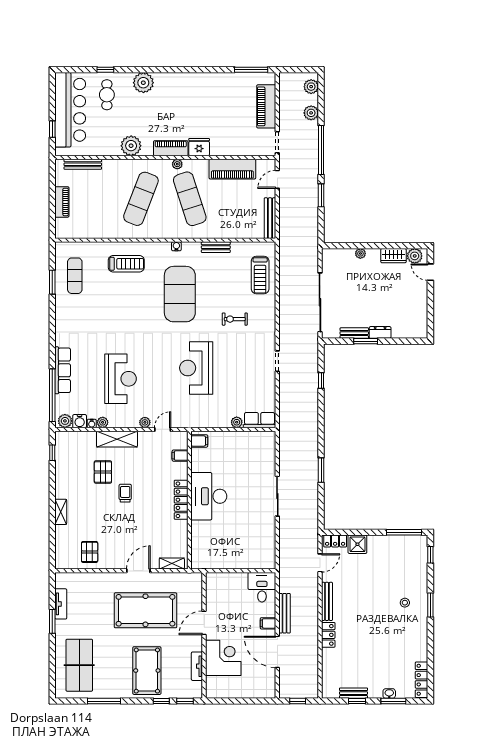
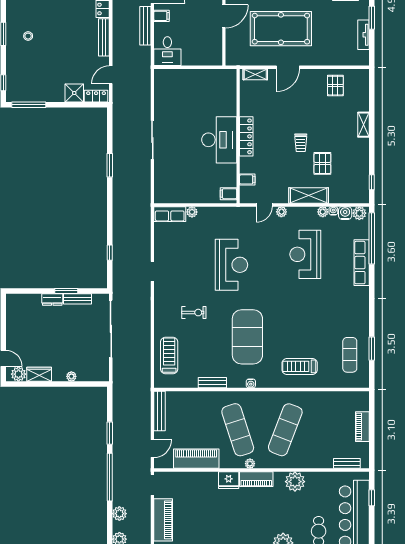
bench: (83, 164) -> (347, 463), width x0.73

